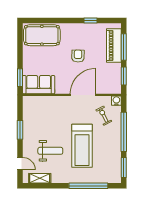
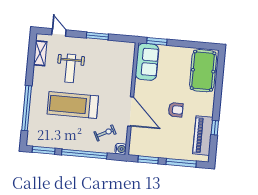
piano: (114, 45) -> (203, 136), moved, turned -90
door: (20, 164) -> (59, 32), swing flipped

